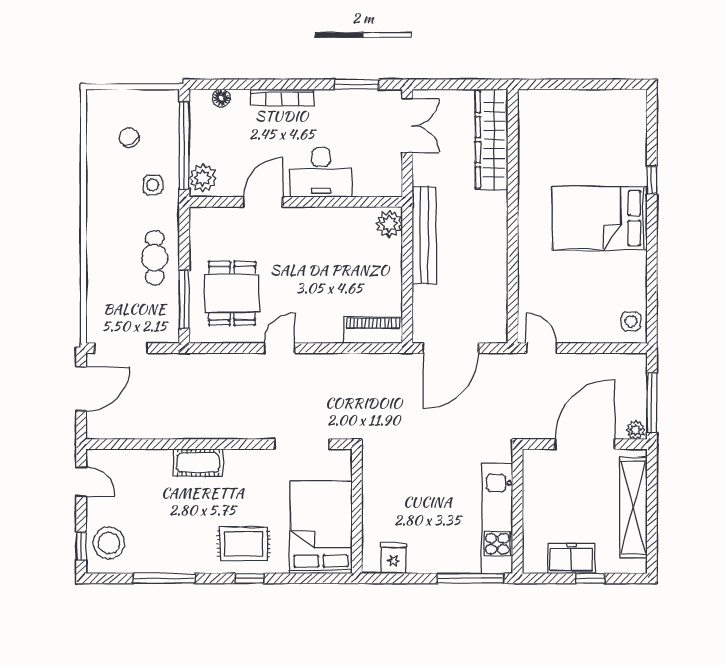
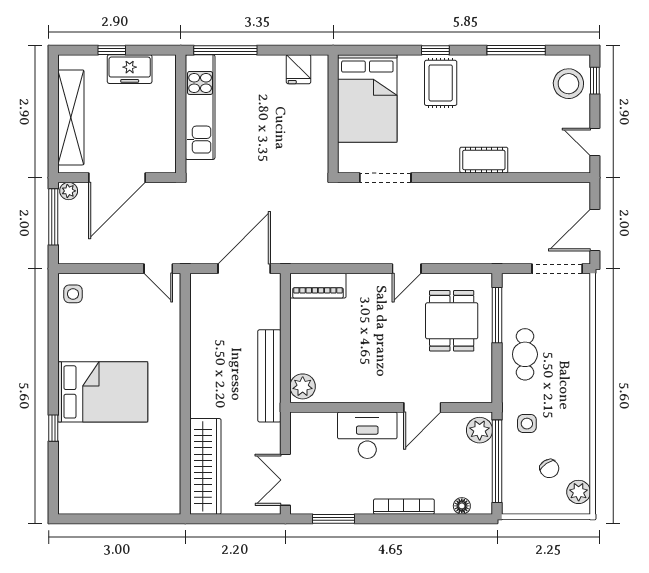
plant: (98, 113) -> (579, 492), added
rug: (244, 544) -> (441, 83), turned 90

